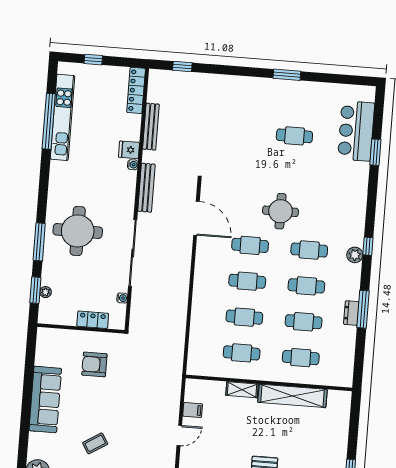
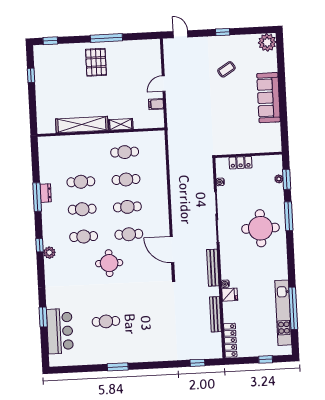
plant: (355, 255) -> (49, 253), moved
cafe table: (301, 358) -> (79, 154), removed
armchair: (94, 364) -> (235, 129), removed

